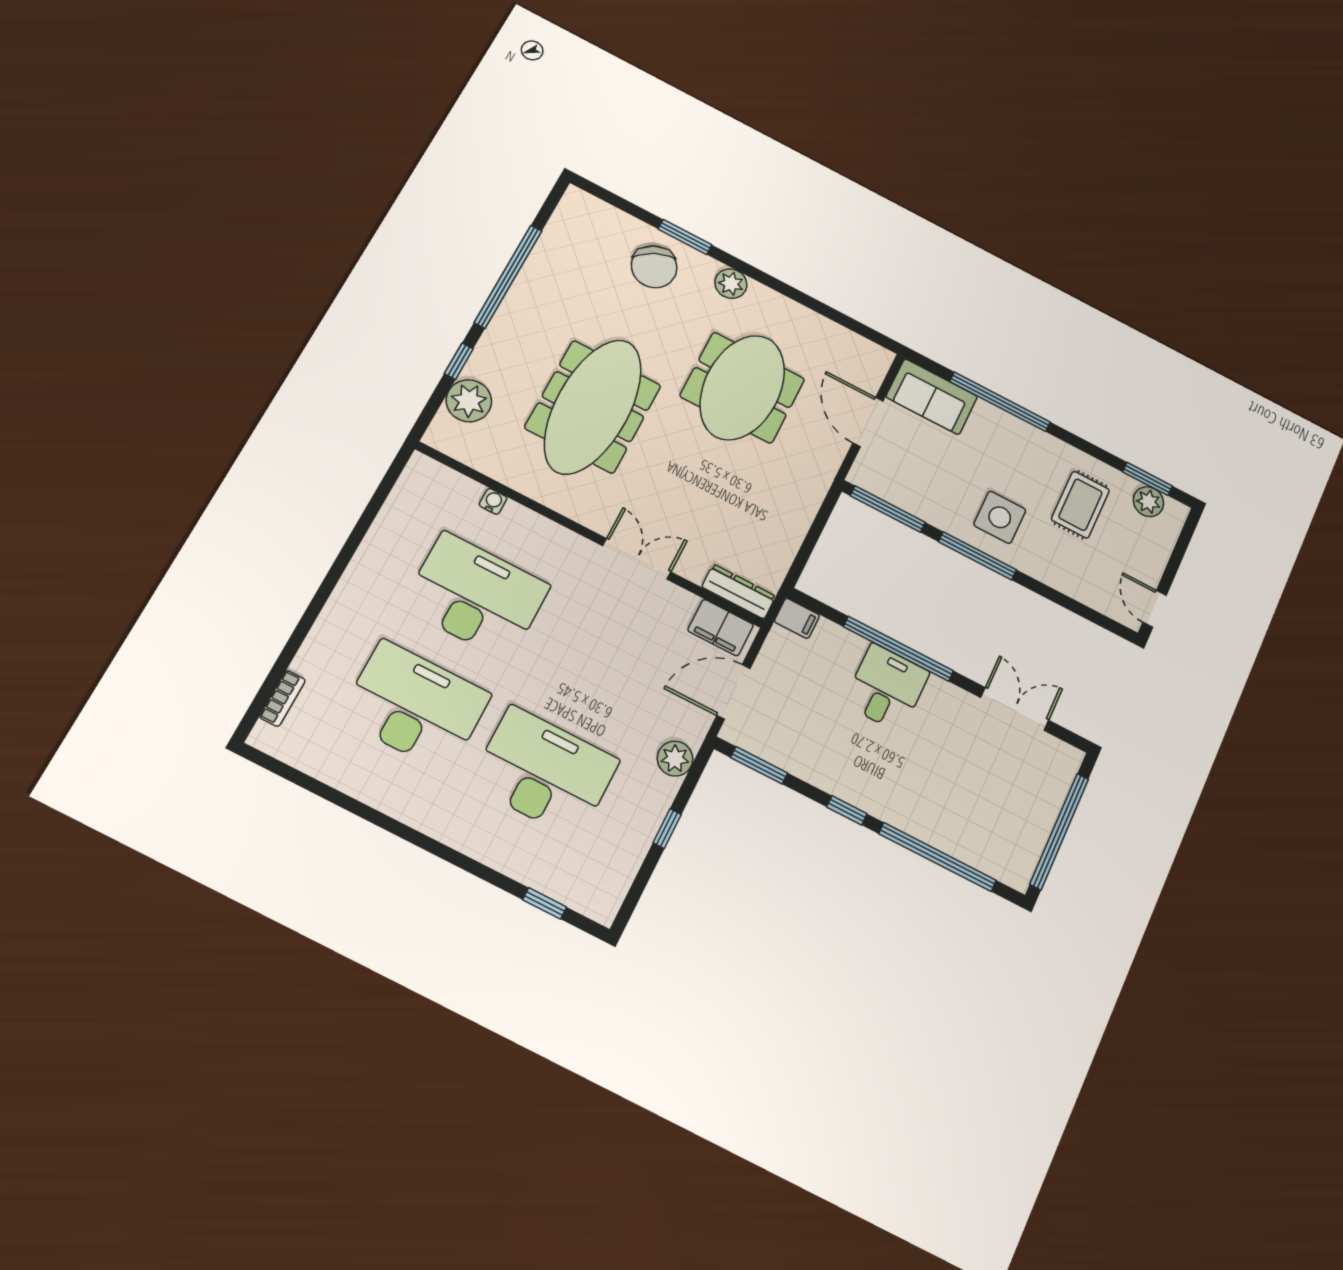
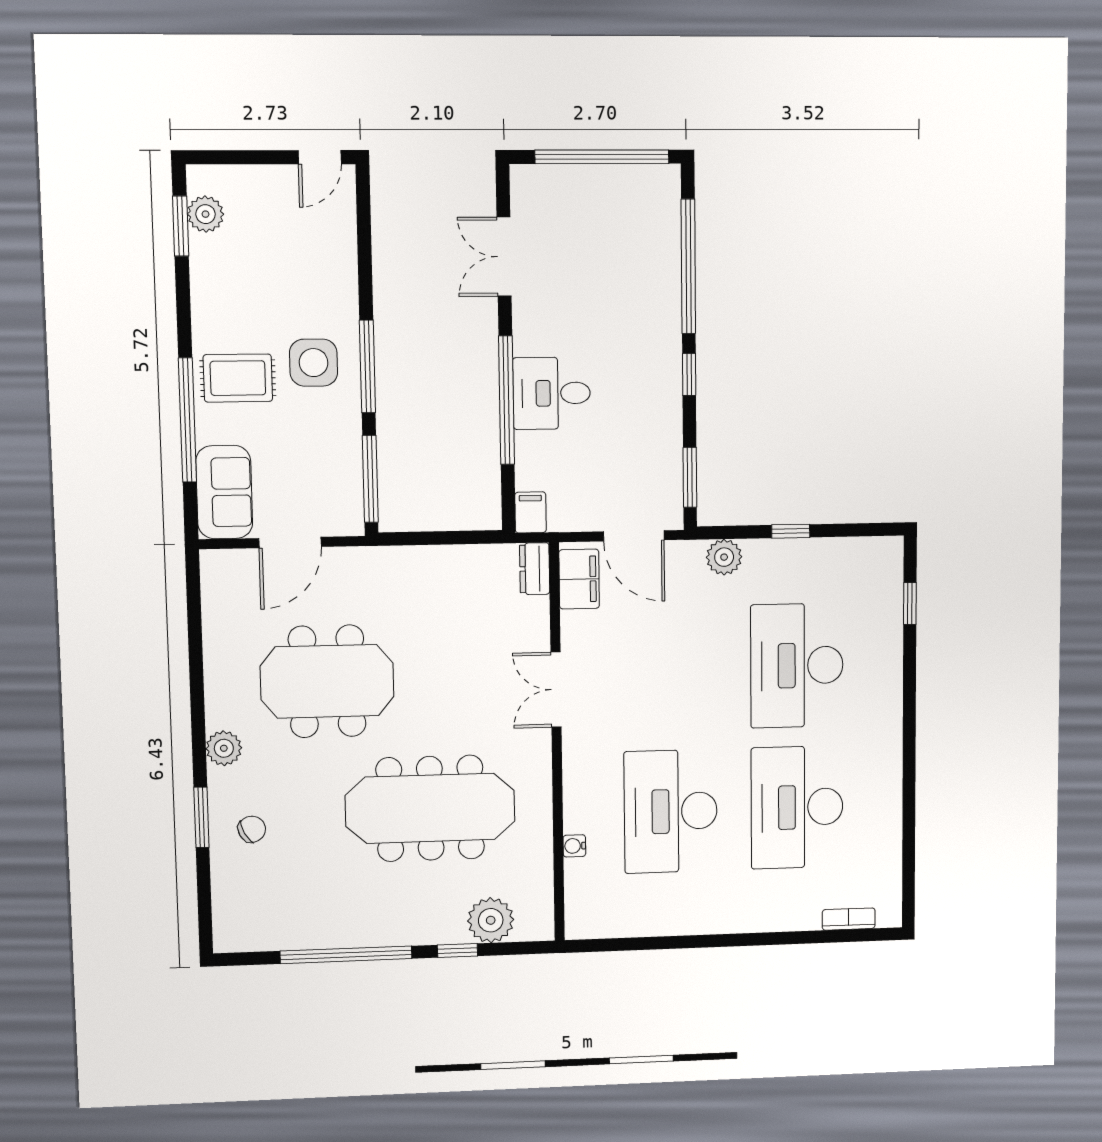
chair: (654, 267) -> (252, 829), width x0.54, depth x0.54
rug: (1080, 505) -> (238, 378), moved
dresser: (739, 592) -> (535, 569), width x0.70

